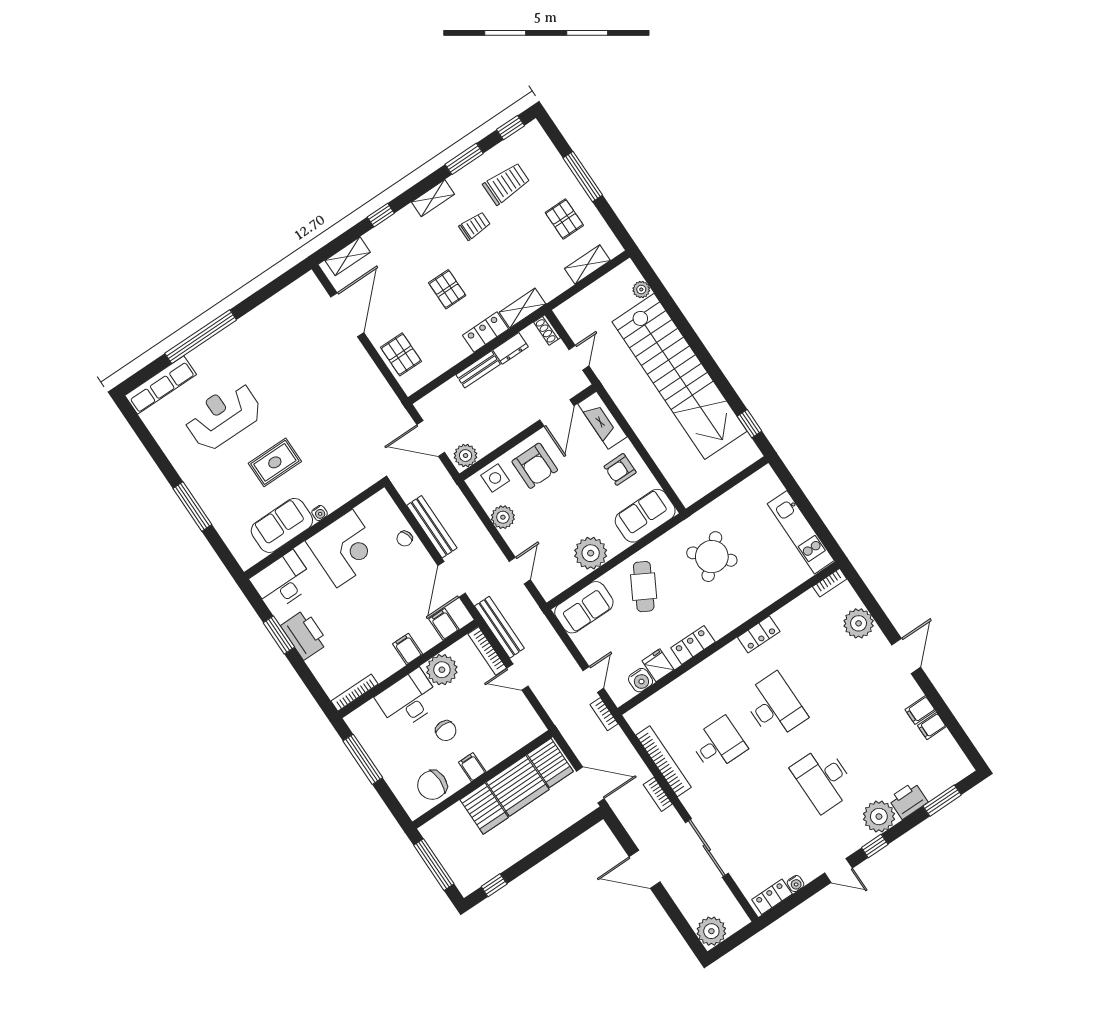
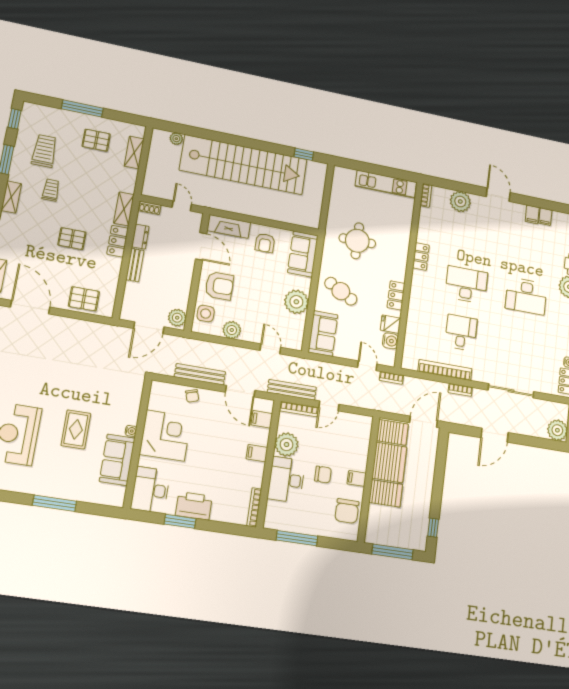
round table: (712, 557) -> (357, 241), turned 45

